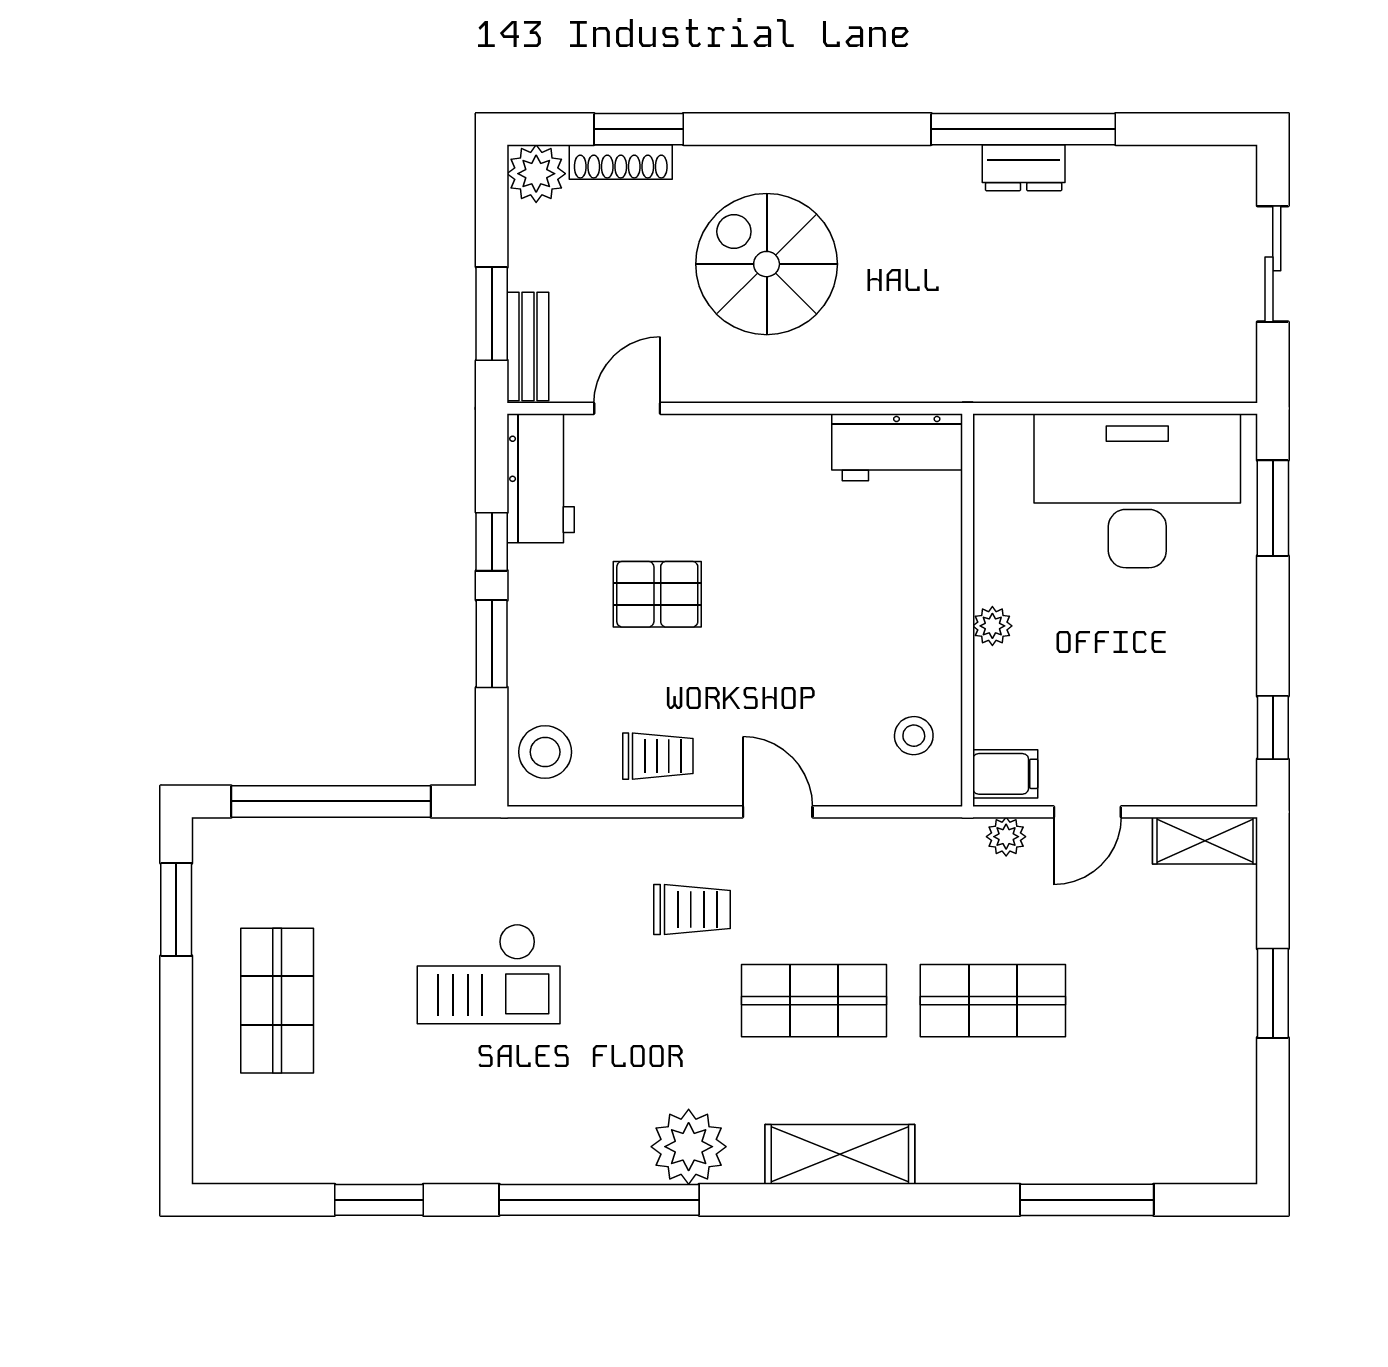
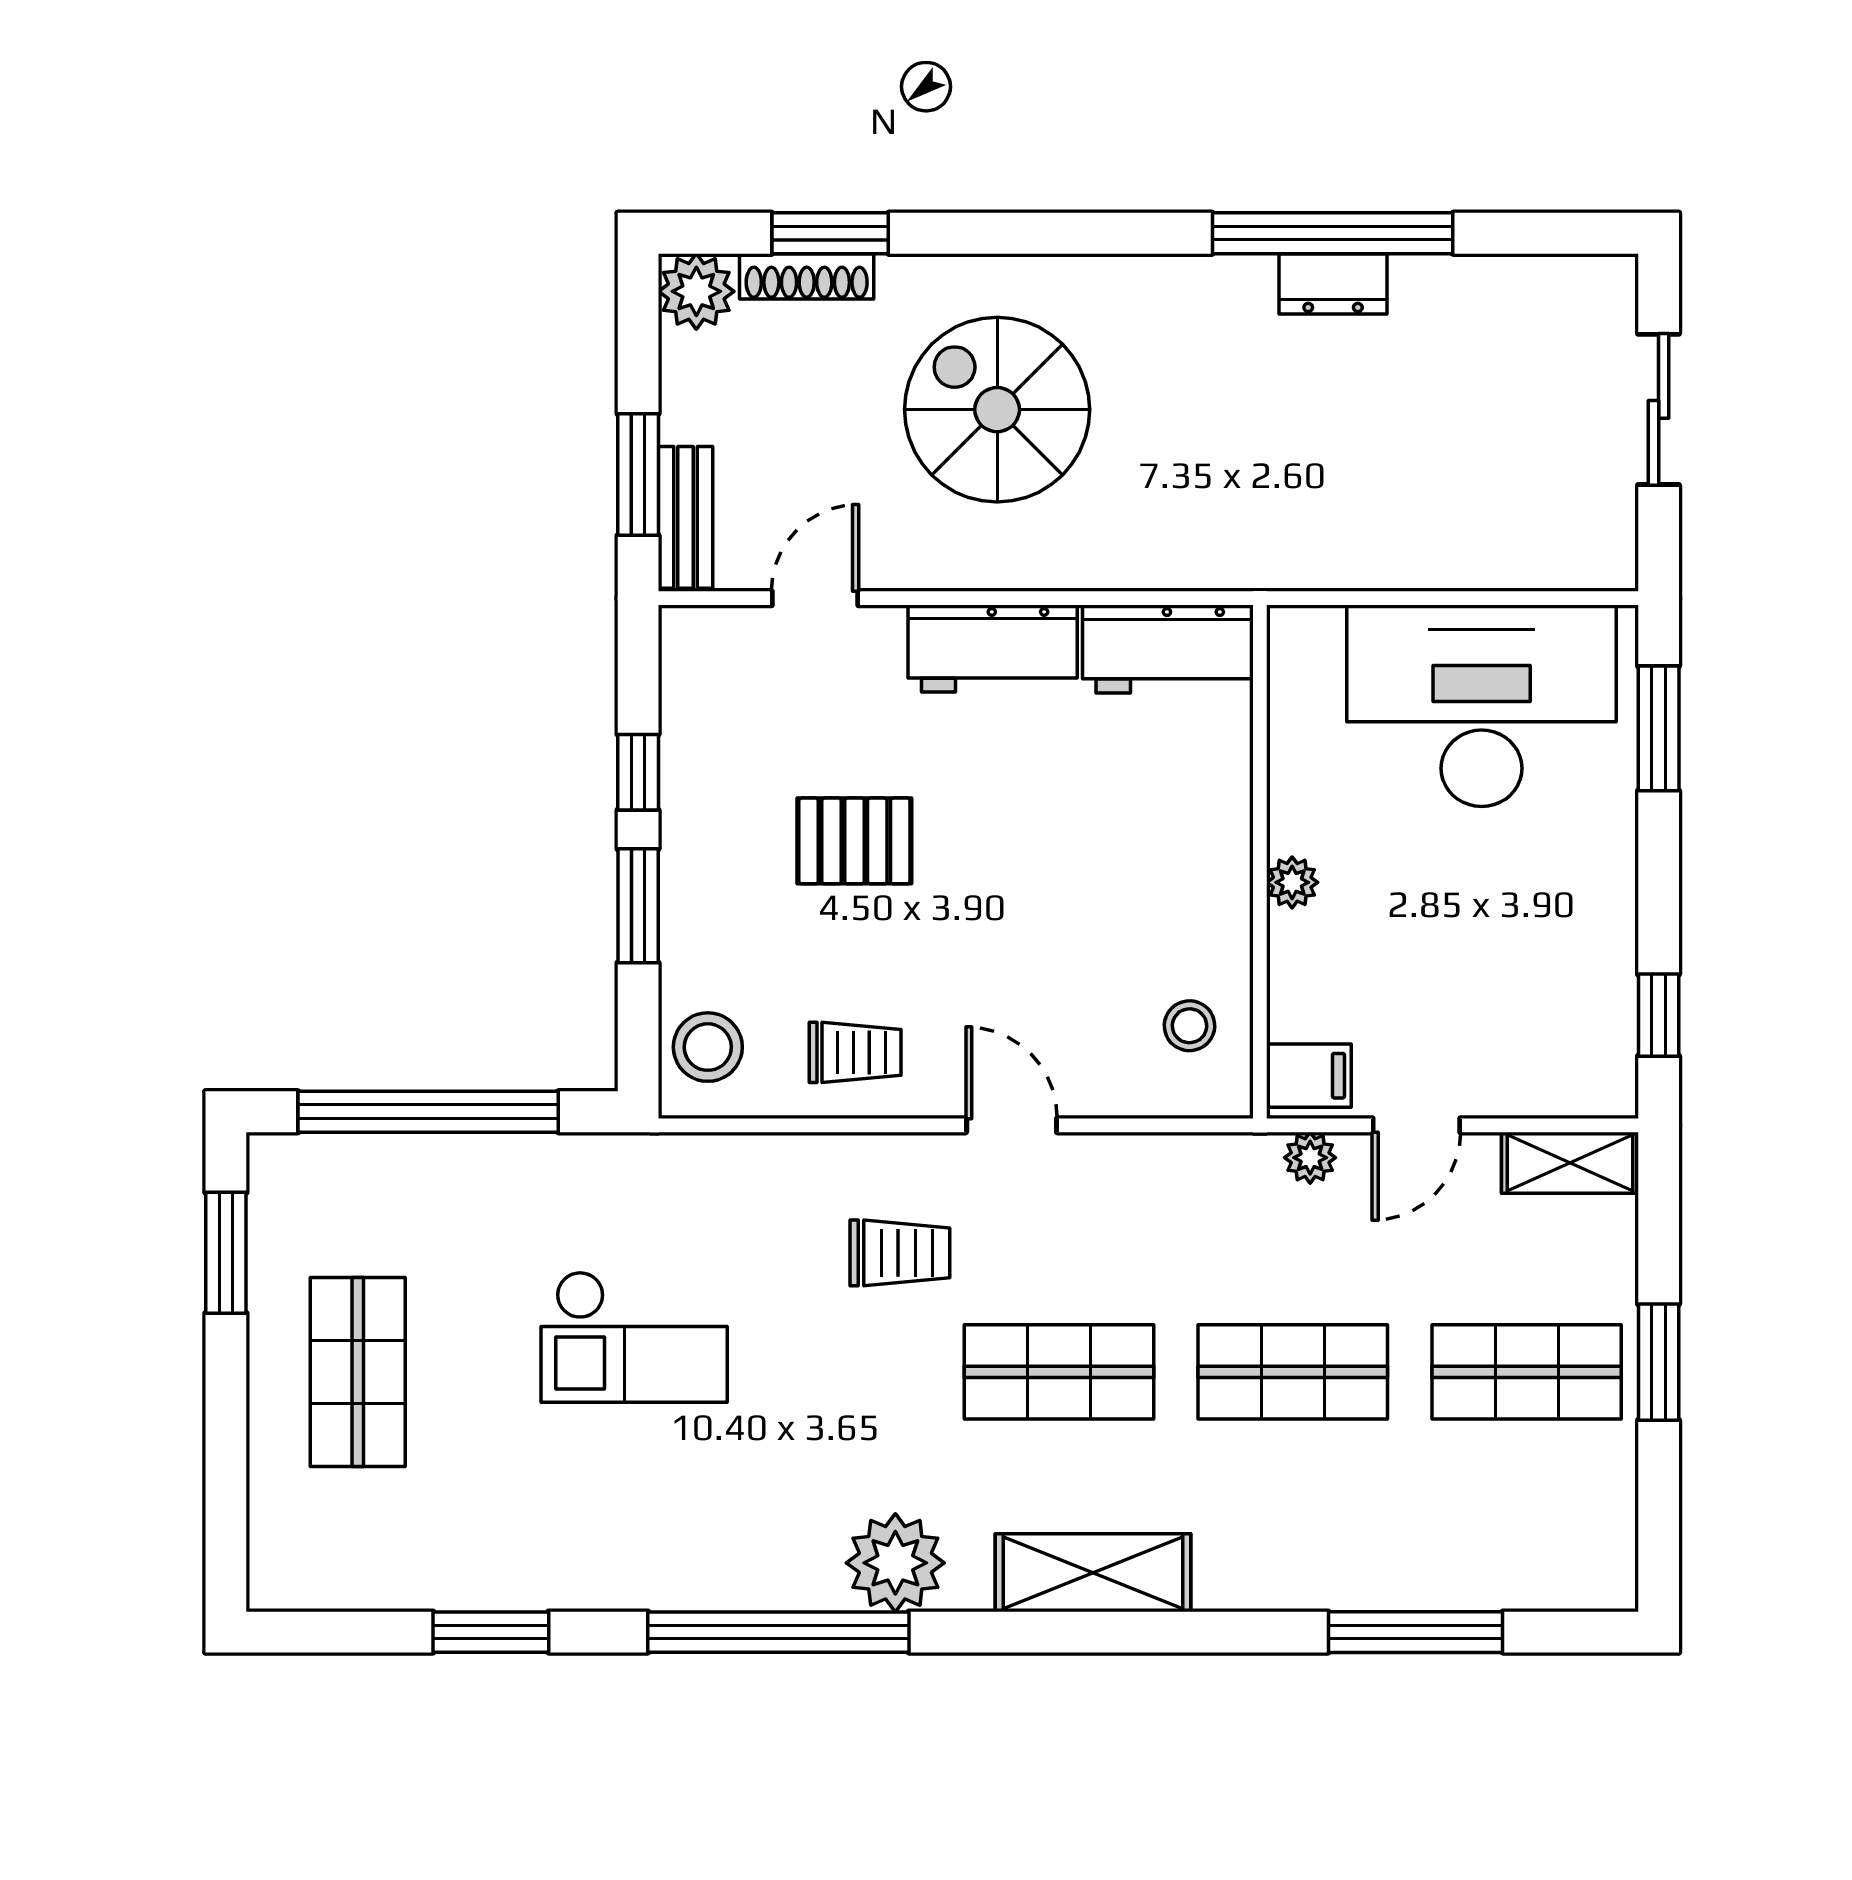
workbench: (541, 478) -> (993, 649), moved, turned 90
shop shelf: (1172, 1001) -> (1527, 1372), added

